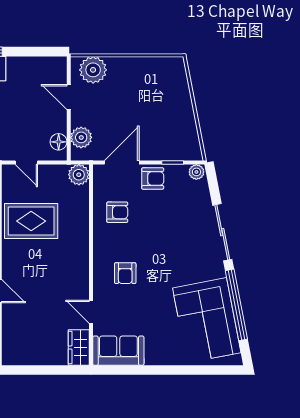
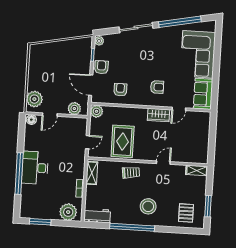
floor lamp: (59, 142) -> (31, 120), moved
corner sofa: (207, 320) -> (198, 54), moved, turned 101
wardrobe: (79, 347) -> (158, 115), moved

